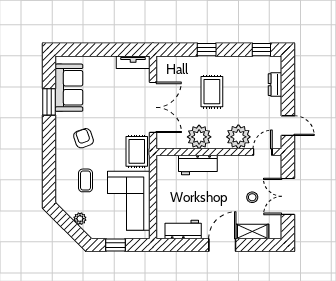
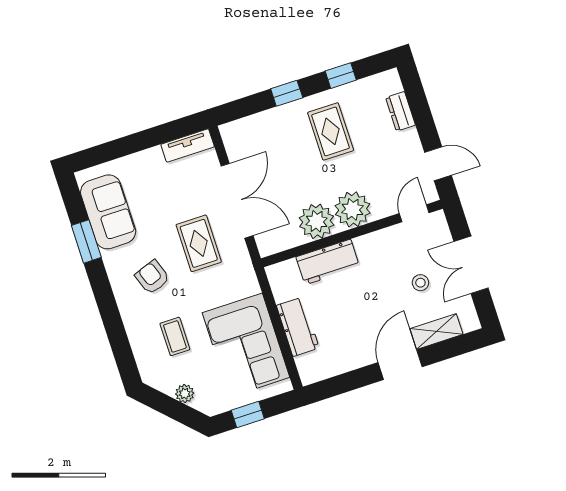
window: (261, 50) -> (341, 76), moved
rug: (212, 92) -> (331, 131), moved
plant: (238, 137) -> (353, 209), moved
rug: (137, 151) -> (199, 243), moved
workbench: (183, 230) -> (298, 327), moved, turned 90

